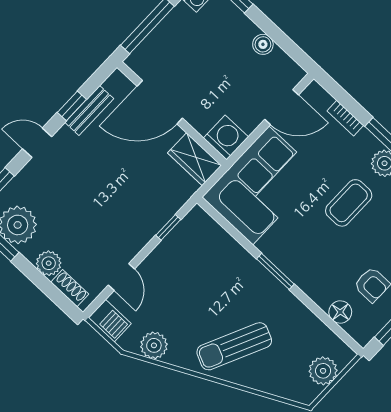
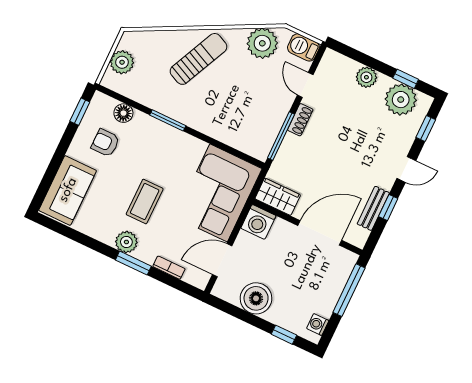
boiler: (263, 44) -> (256, 298), width x1.86, depth x1.86
window: (168, 227) -> (281, 136), width x2.17
window: (275, 271) -> (168, 120), moved
shoe rack: (70, 288) -> (300, 120), moved, turned -90
plant: (154, 345) -> (262, 43), width x1.36, depth x1.36

